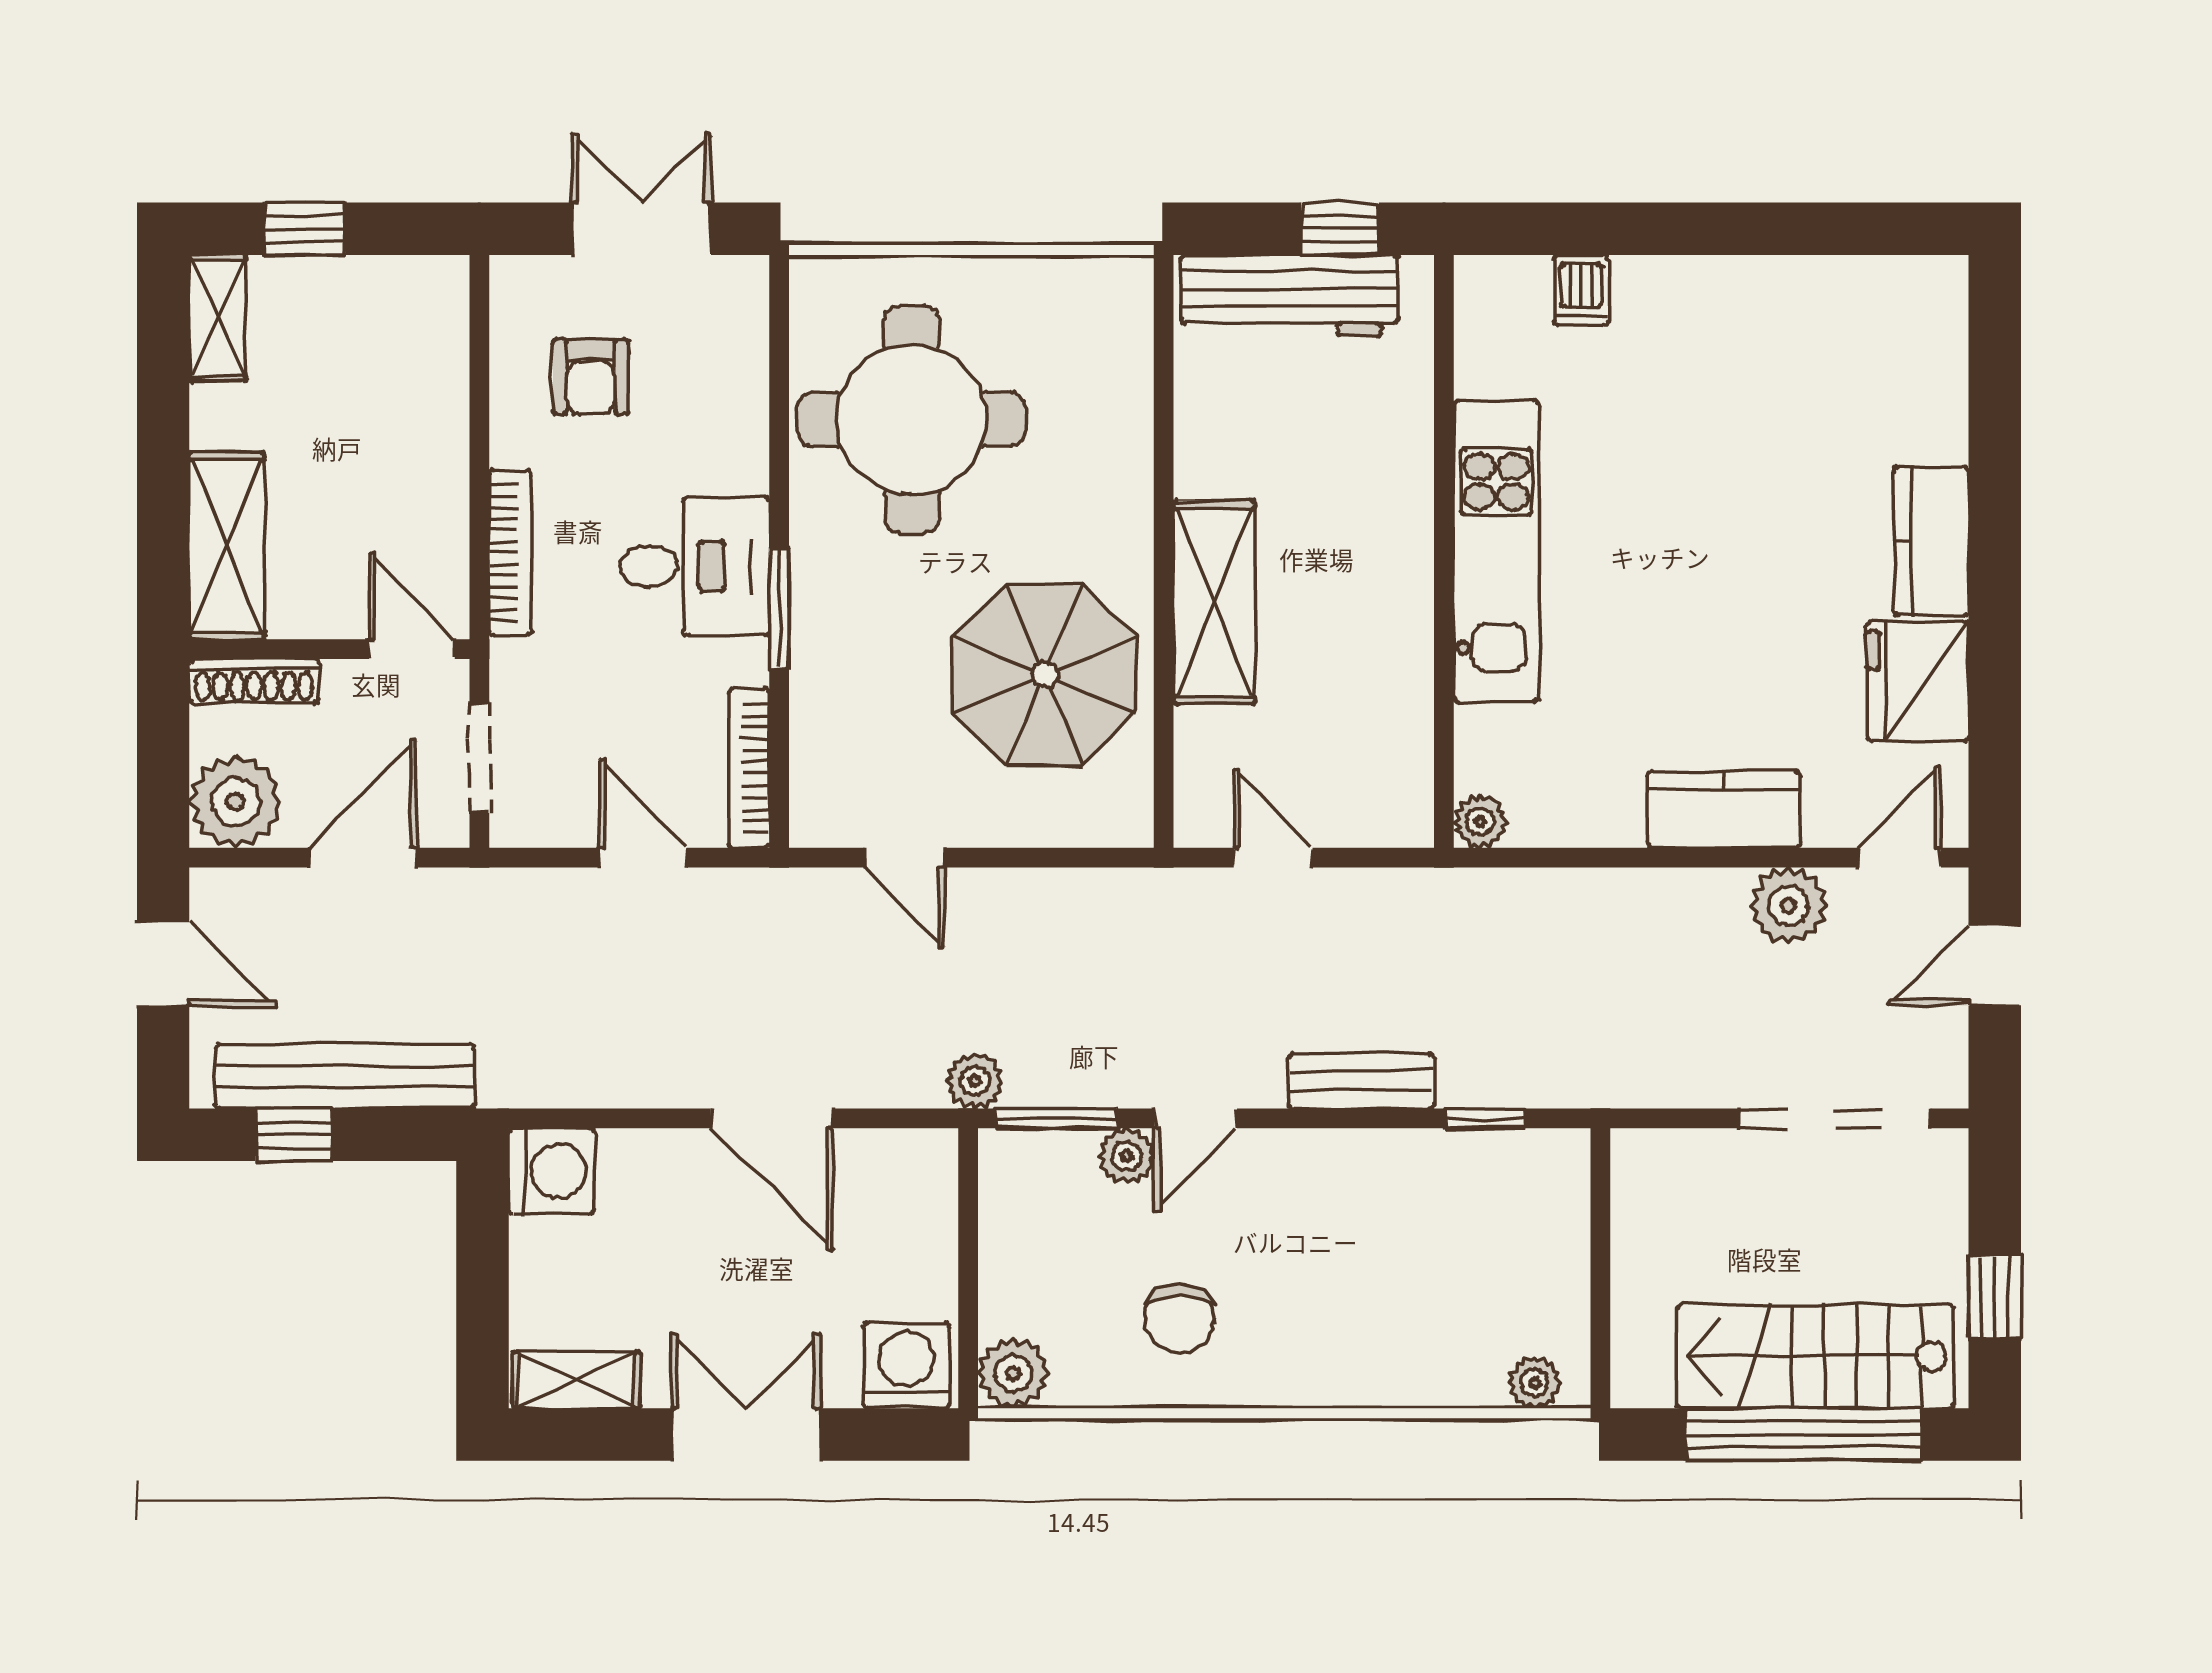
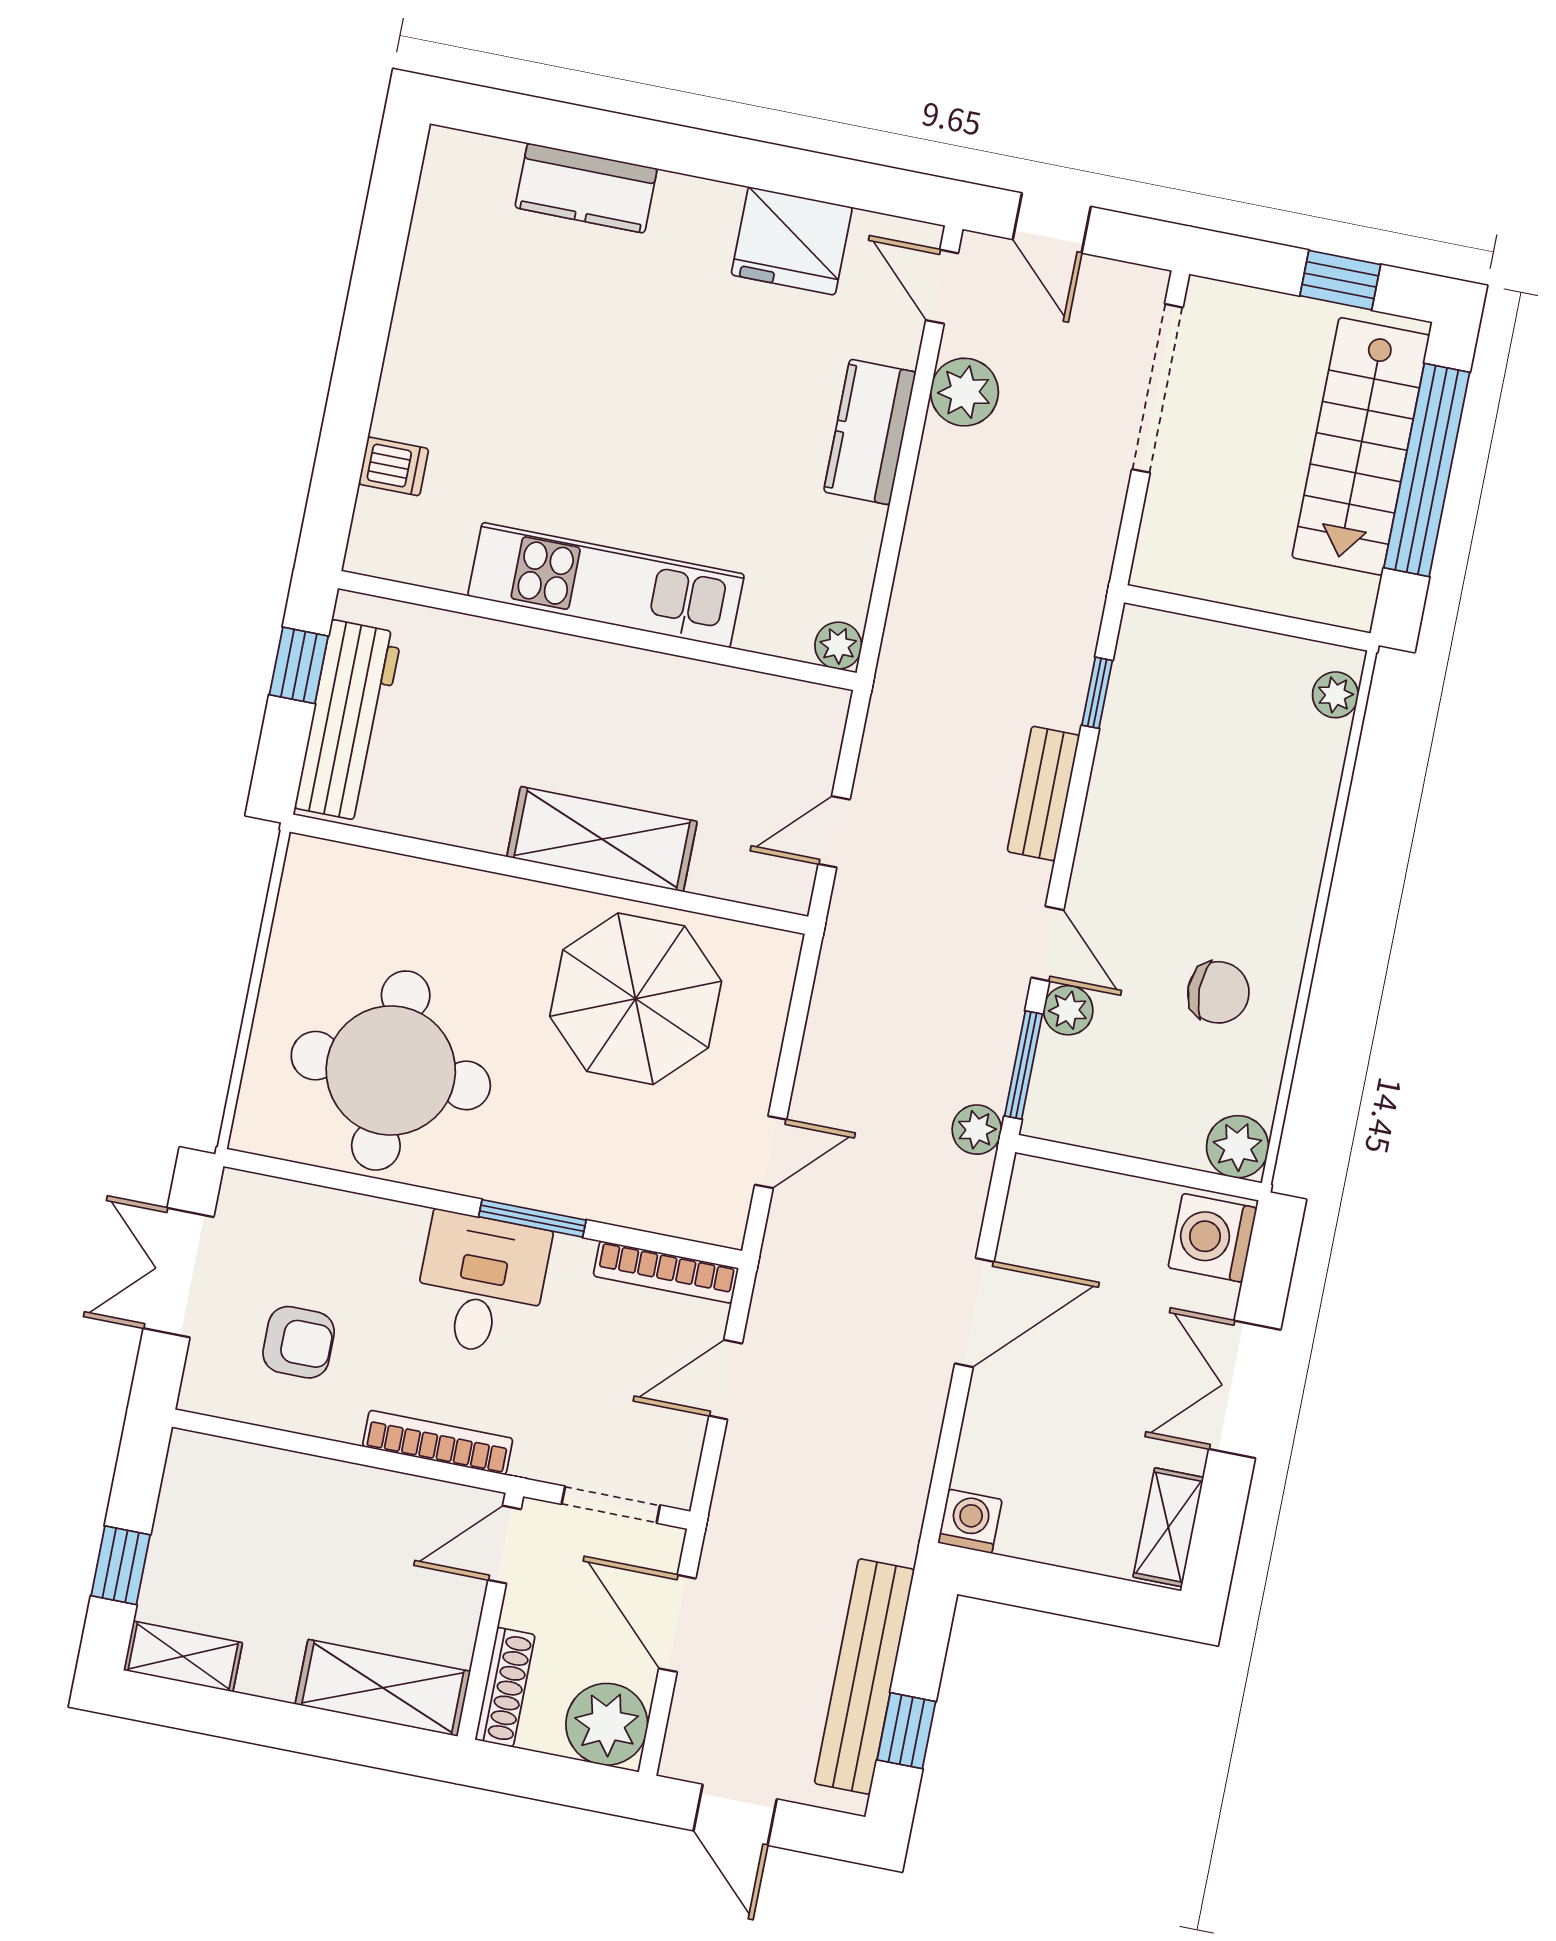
kitchen counter: (1931, 541) -> (586, 188), moved
door: (163, 964) -> (735, 1815), swing flipped
washing machine: (552, 1171) -> (970, 1521), width x0.73, depth x0.73

